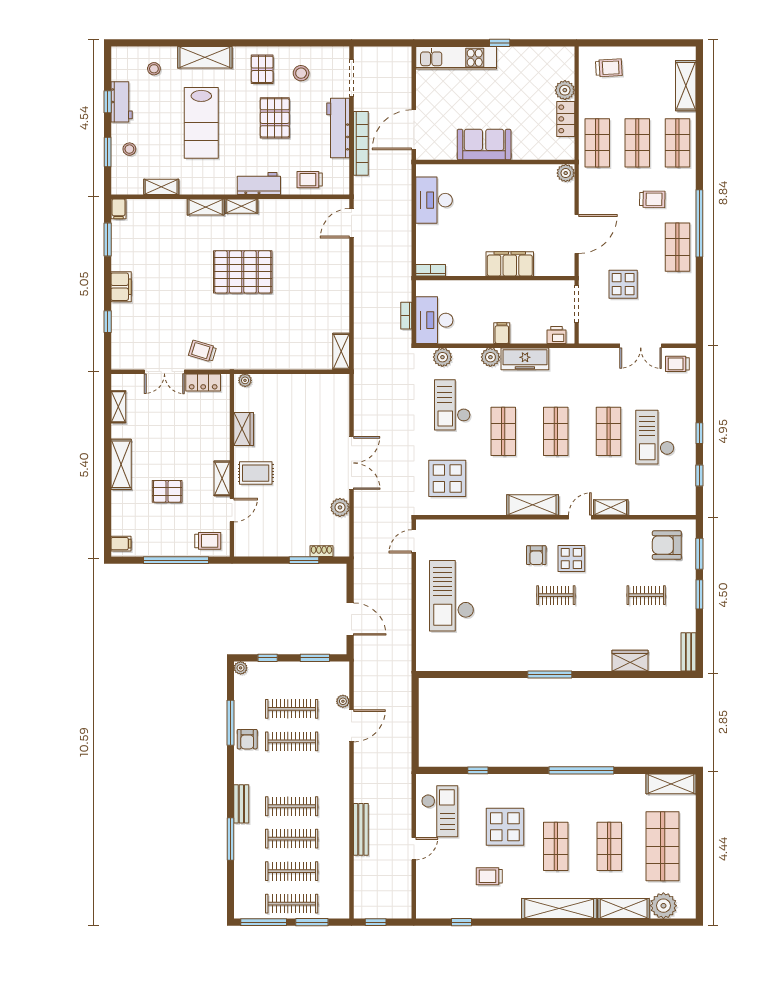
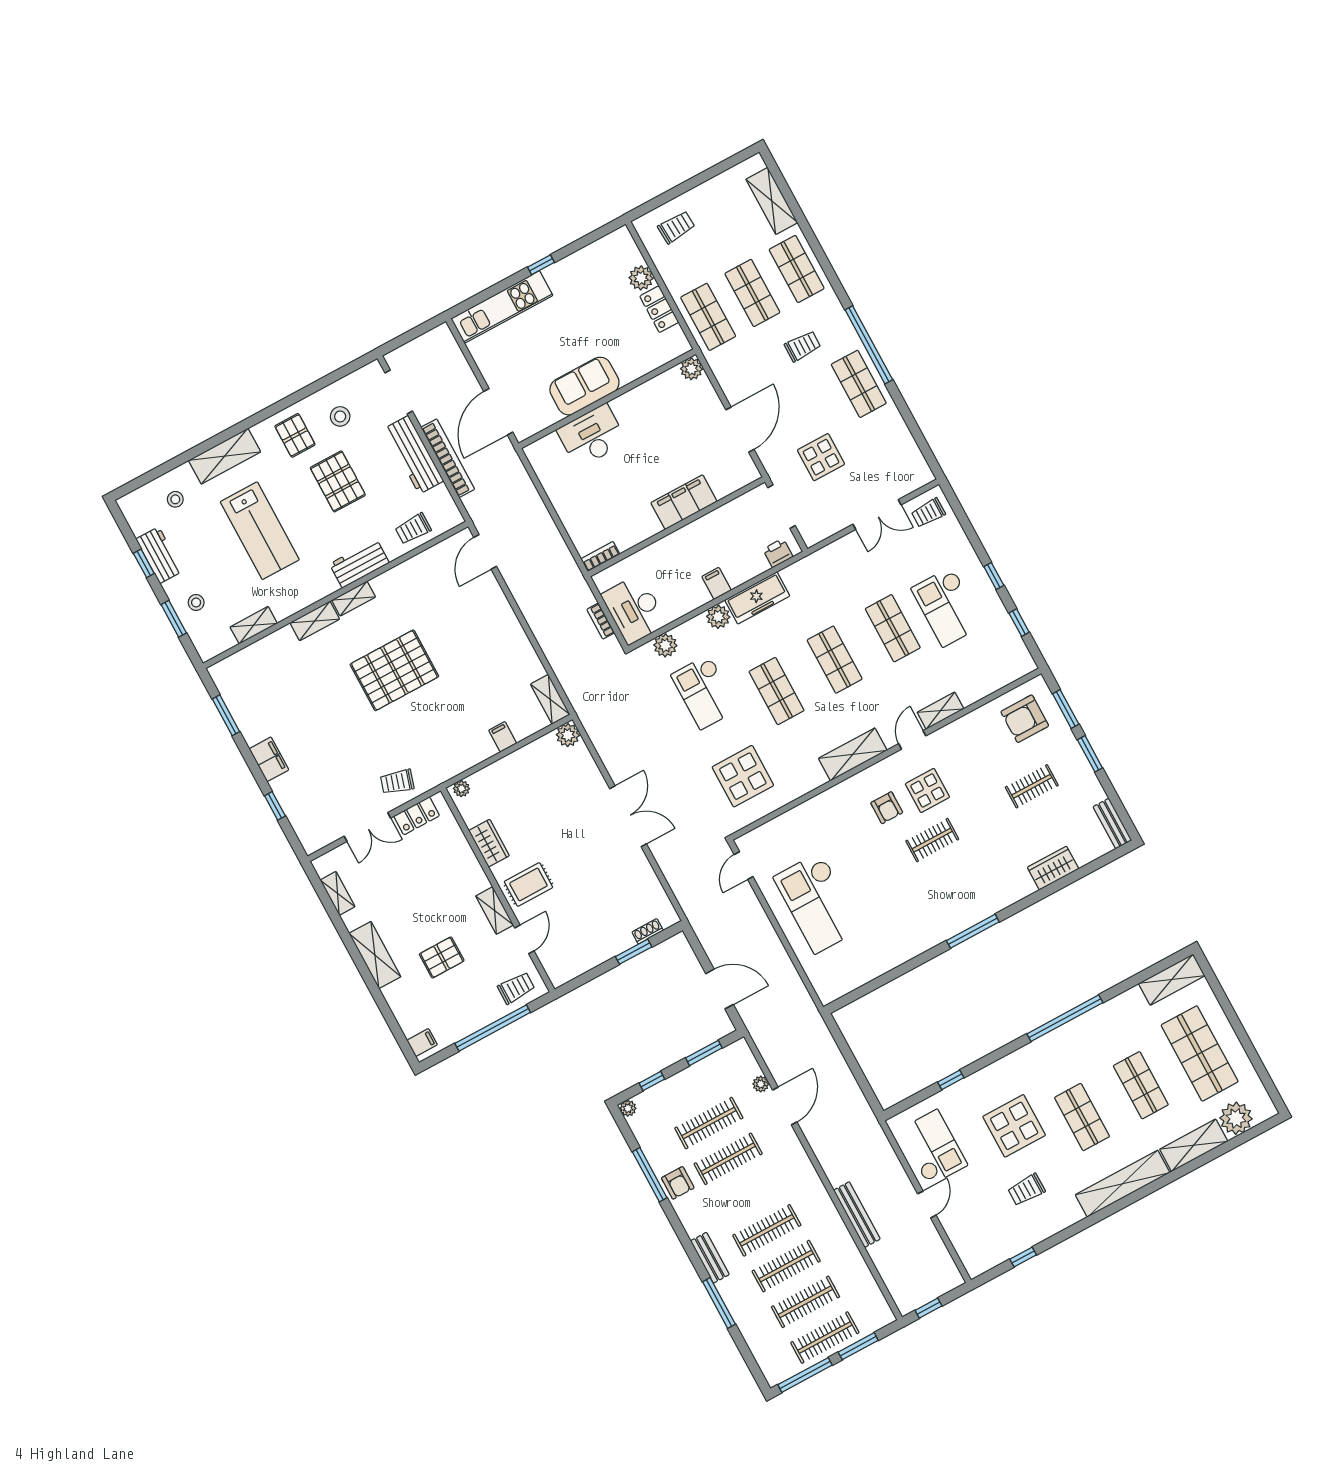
desk: (434, 200) -> (592, 436), moved, turned 90
filing cabinet: (119, 209) -> (503, 737), moved, turned 180
plant: (340, 507) -> (568, 735), moved

